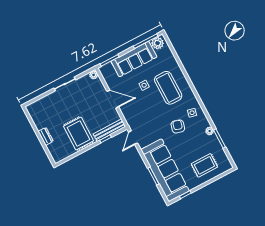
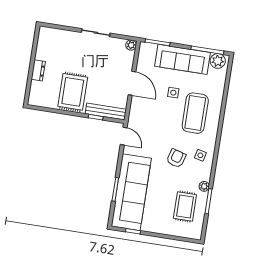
door: (133, 138) -> (124, 136), swing flipped
rug: (204, 165) -> (185, 206), moved, turned 90

